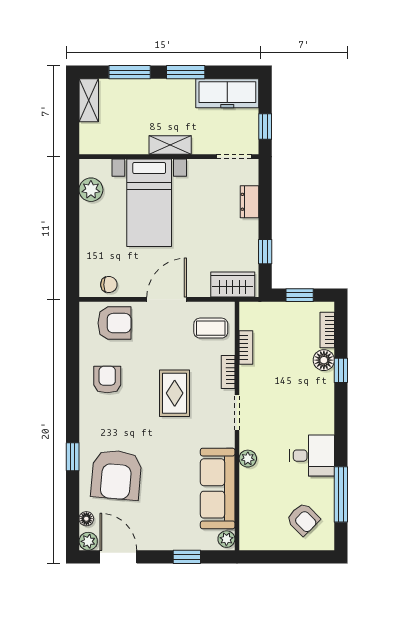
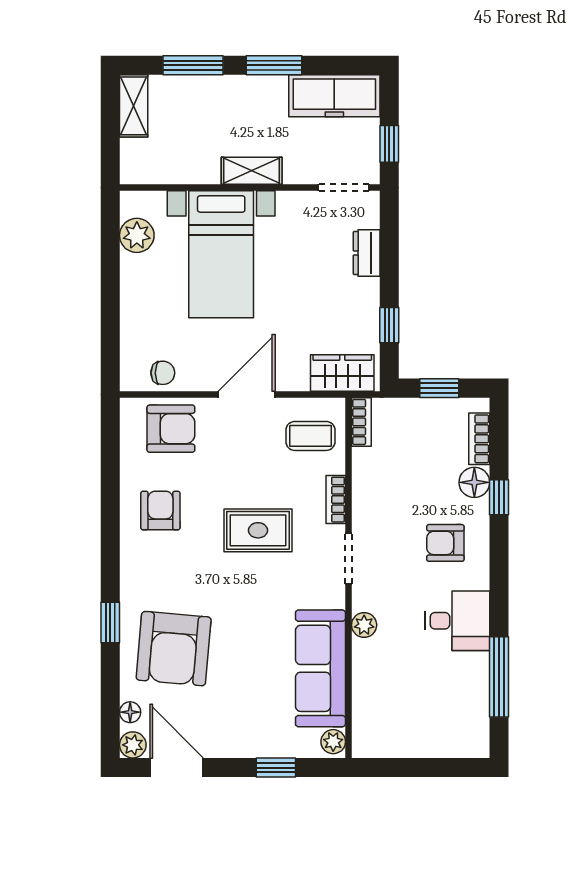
bookcase: (246, 348) -> (361, 422), moved
rug: (175, 393) -> (258, 530), turned 90
armchair: (303, 519) -> (445, 543), moved, turned 135

